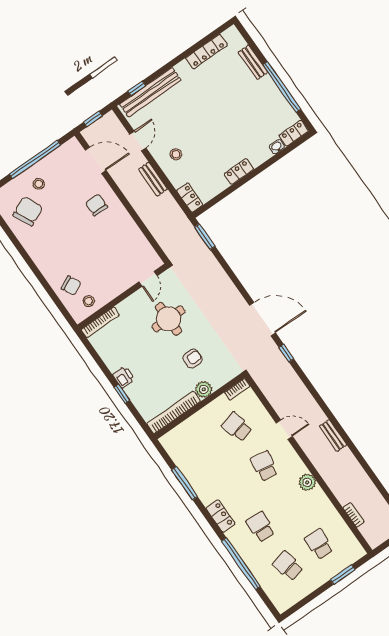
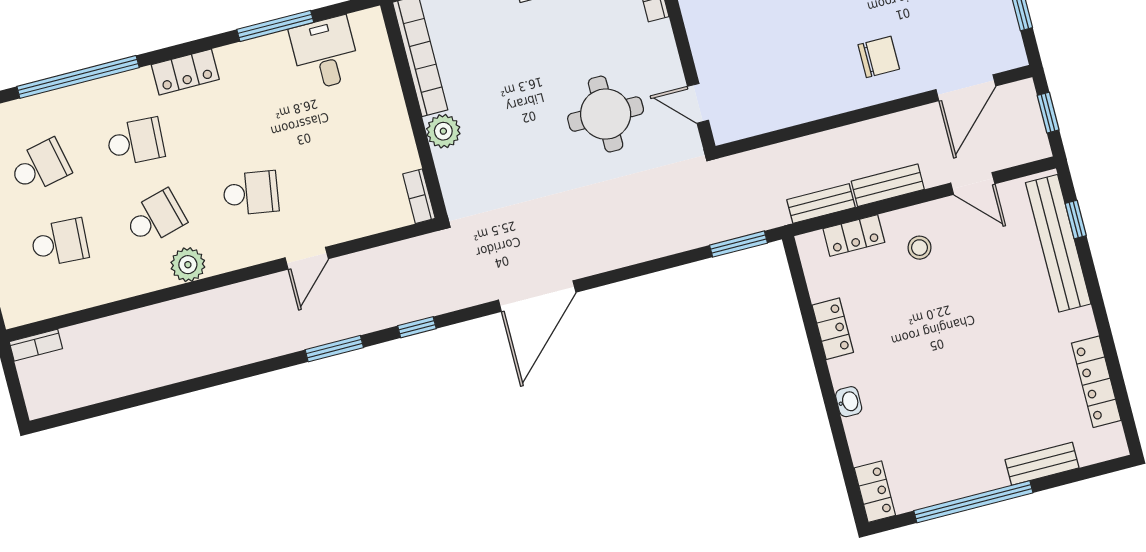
washbasin: (277, 147) -> (849, 402), moved
locker: (239, 172) -> (833, 329), moved
locker: (190, 198) -> (854, 236), moved
window: (286, 353) -> (417, 327), moved
armchair: (192, 359) -> (511, 132), removed
window: (320, 402) -> (334, 349), added
school desk: (237, 427) -> (155, 218), moved
bench: (333, 436) -> (821, 203), moved
desk: (188, 456) -> (325, 53), added
bookcase: (354, 515) -> (36, 345), moved

